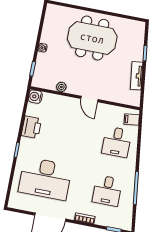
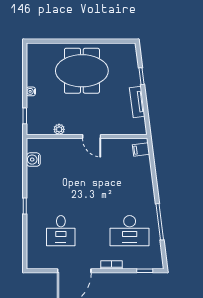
water cooler: (35, 97) -> (33, 160), moved
printer: (31, 127) -> (35, 179), removed
desk: (117, 142) -> (130, 177), removed
desk: (45, 179) -> (61, 231), width x0.53, depth x0.77
desk: (107, 191) -> (130, 231), width x1.37

